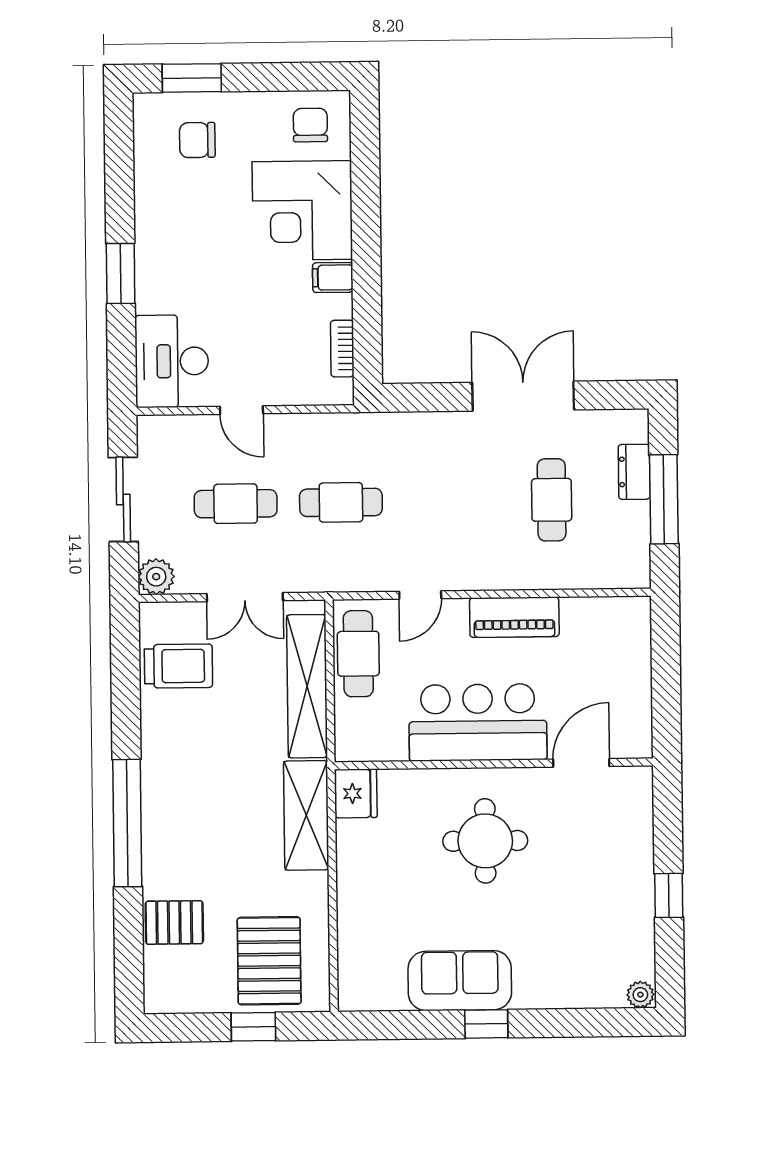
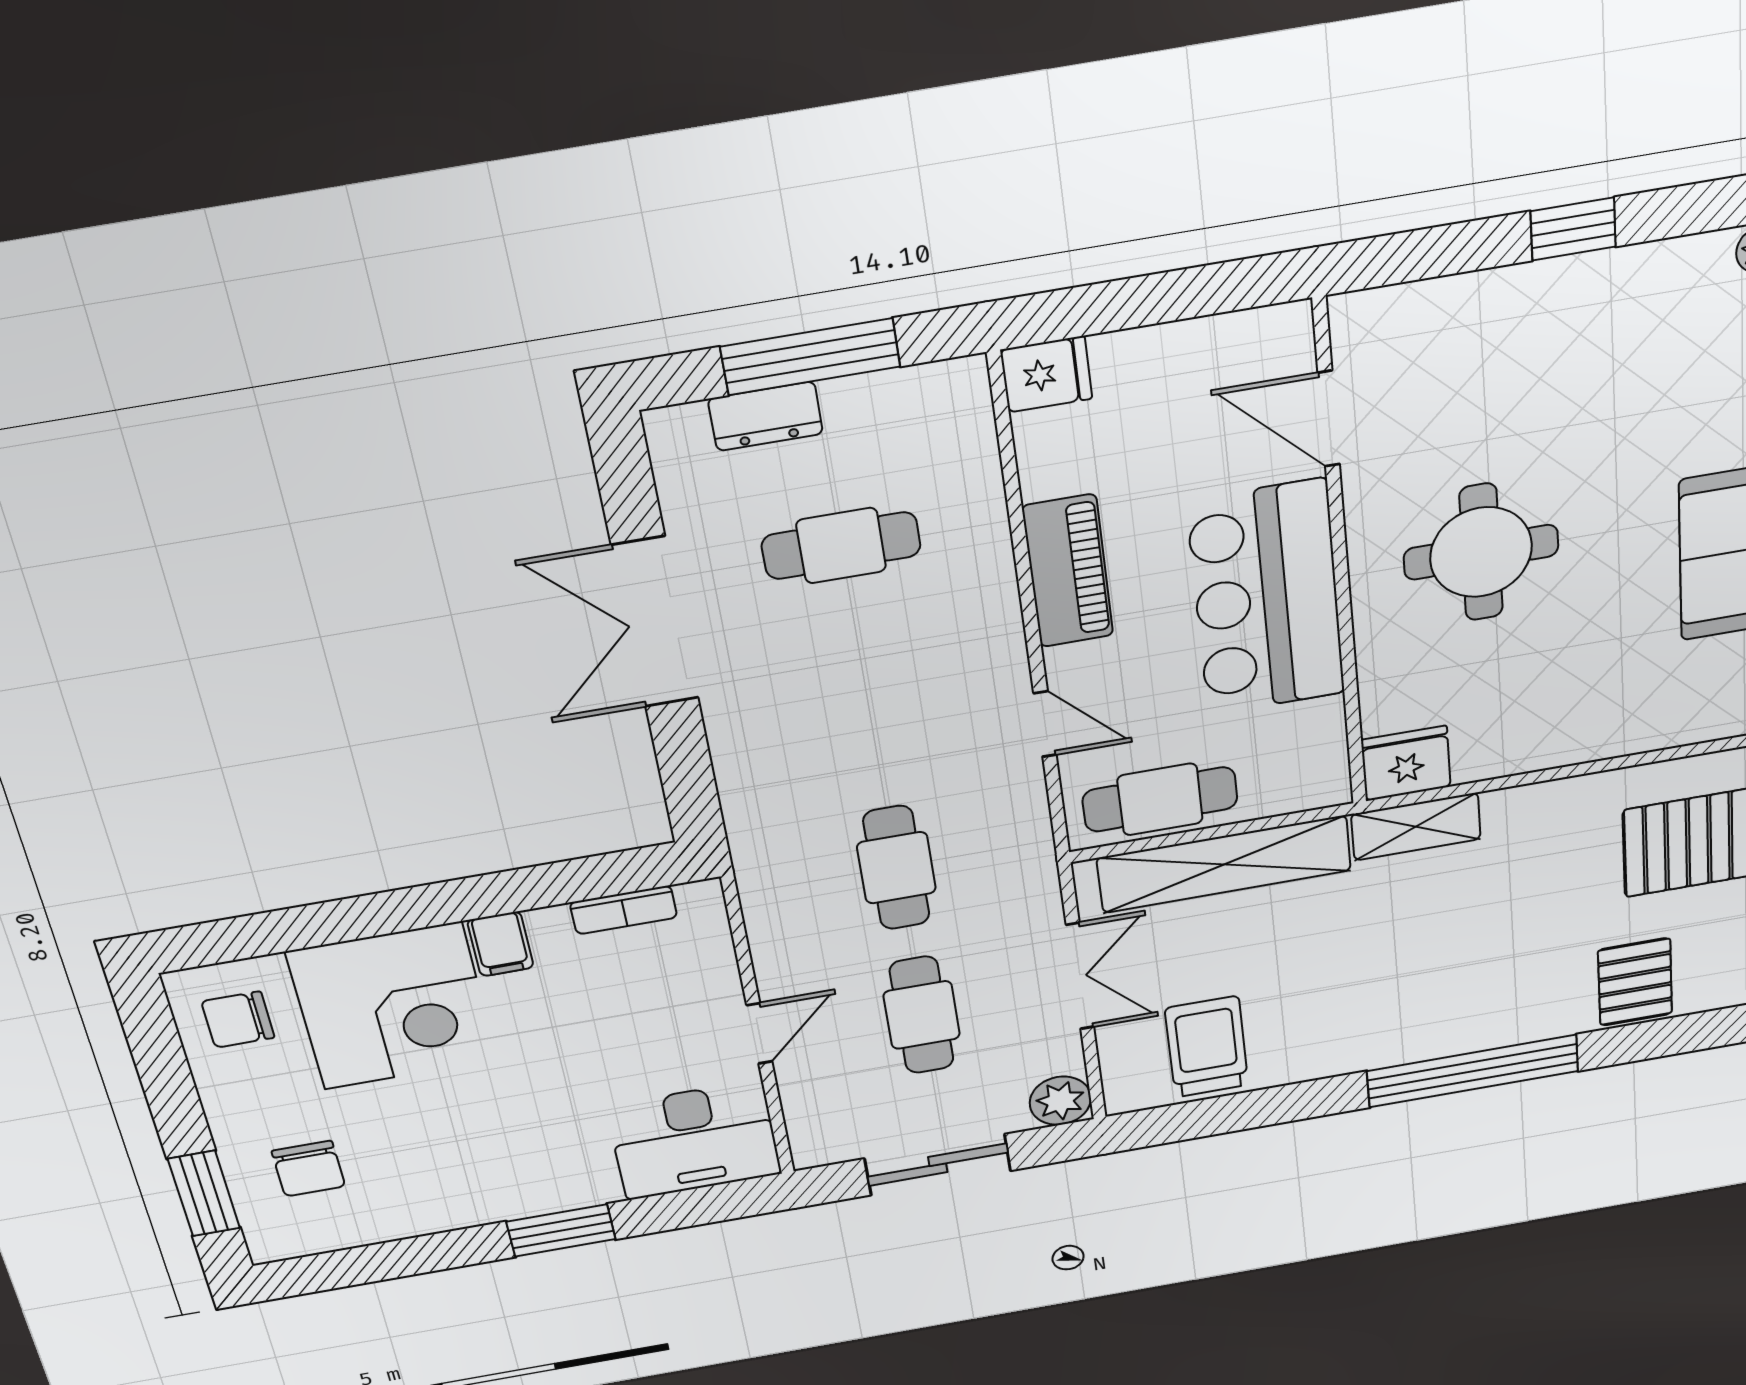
fridge: (633, 618) -> (1046, 374), added
shelving: (306, 815) -> (1416, 827), width x0.67, depth x0.75

